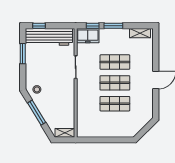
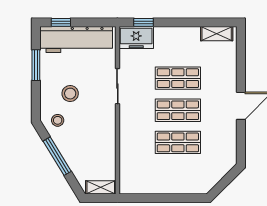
window: (113, 26) -> (176, 22), removed
stool: (45, 72) -> (70, 94), added

